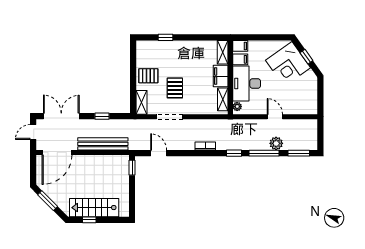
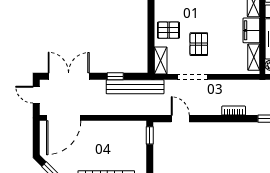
door: (33, 132) -> (36, 95), hinge flipped
bench: (103, 144) -> (135, 87), moved

